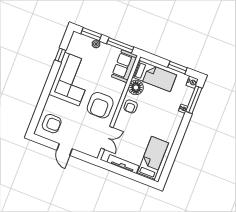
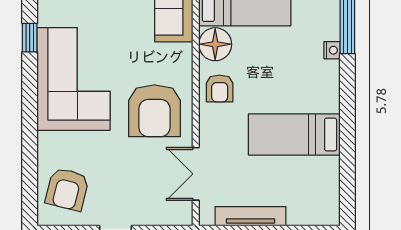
armchair: (52, 124) -> (67, 189), turned 104
double door: (107, 138) -> (196, 174), swing flipped
bed: (153, 158) -> (294, 134), moved, turned -90

